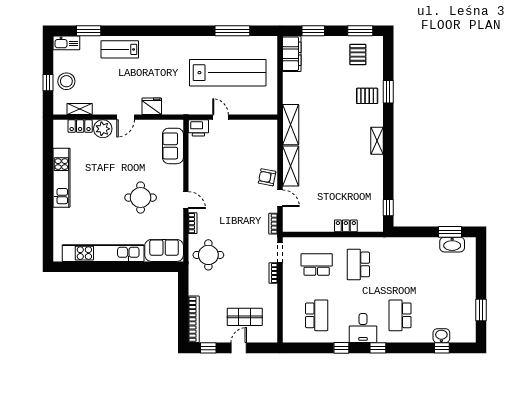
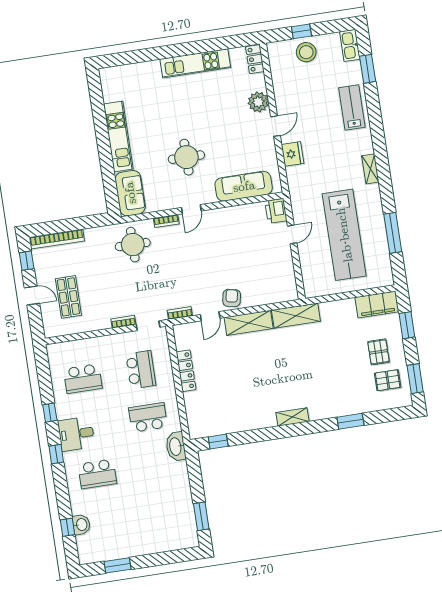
pallet: (367, 96) -> (378, 352), moved
shelving: (80, 109) -> (370, 169), moved
door: (126, 117) -> (276, 126), swing flipped
locker: (80, 126) -> (255, 59), moved
sofa: (173, 146) -> (244, 186), width x1.36
locker: (346, 226) -> (186, 371), moved, width x1.53
washbasin: (452, 245) -> (176, 446), moved
kitchen unit: (103, 253) -> (118, 136), width x0.73
school desk: (400, 315) -> (97, 474), turned 180

